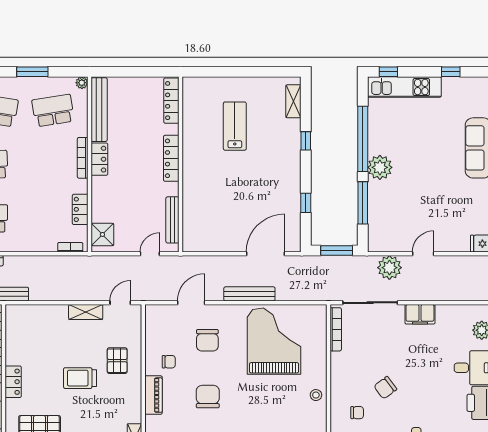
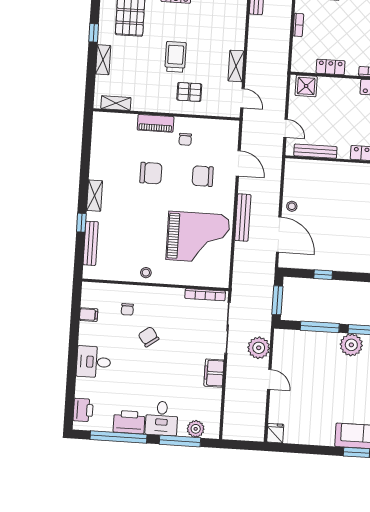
stool: (234, 242) -> (292, 206), added
bookcase: (70, 247) -> (298, 25), moved

